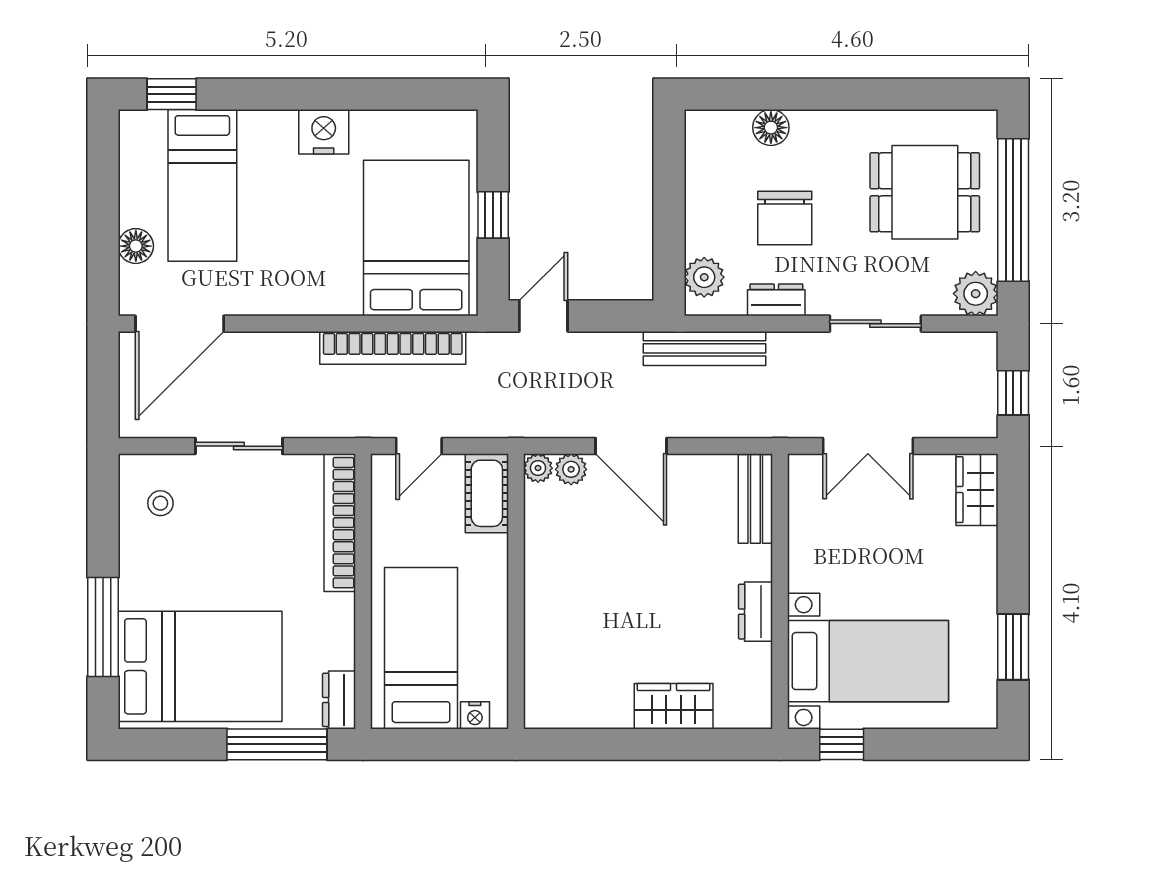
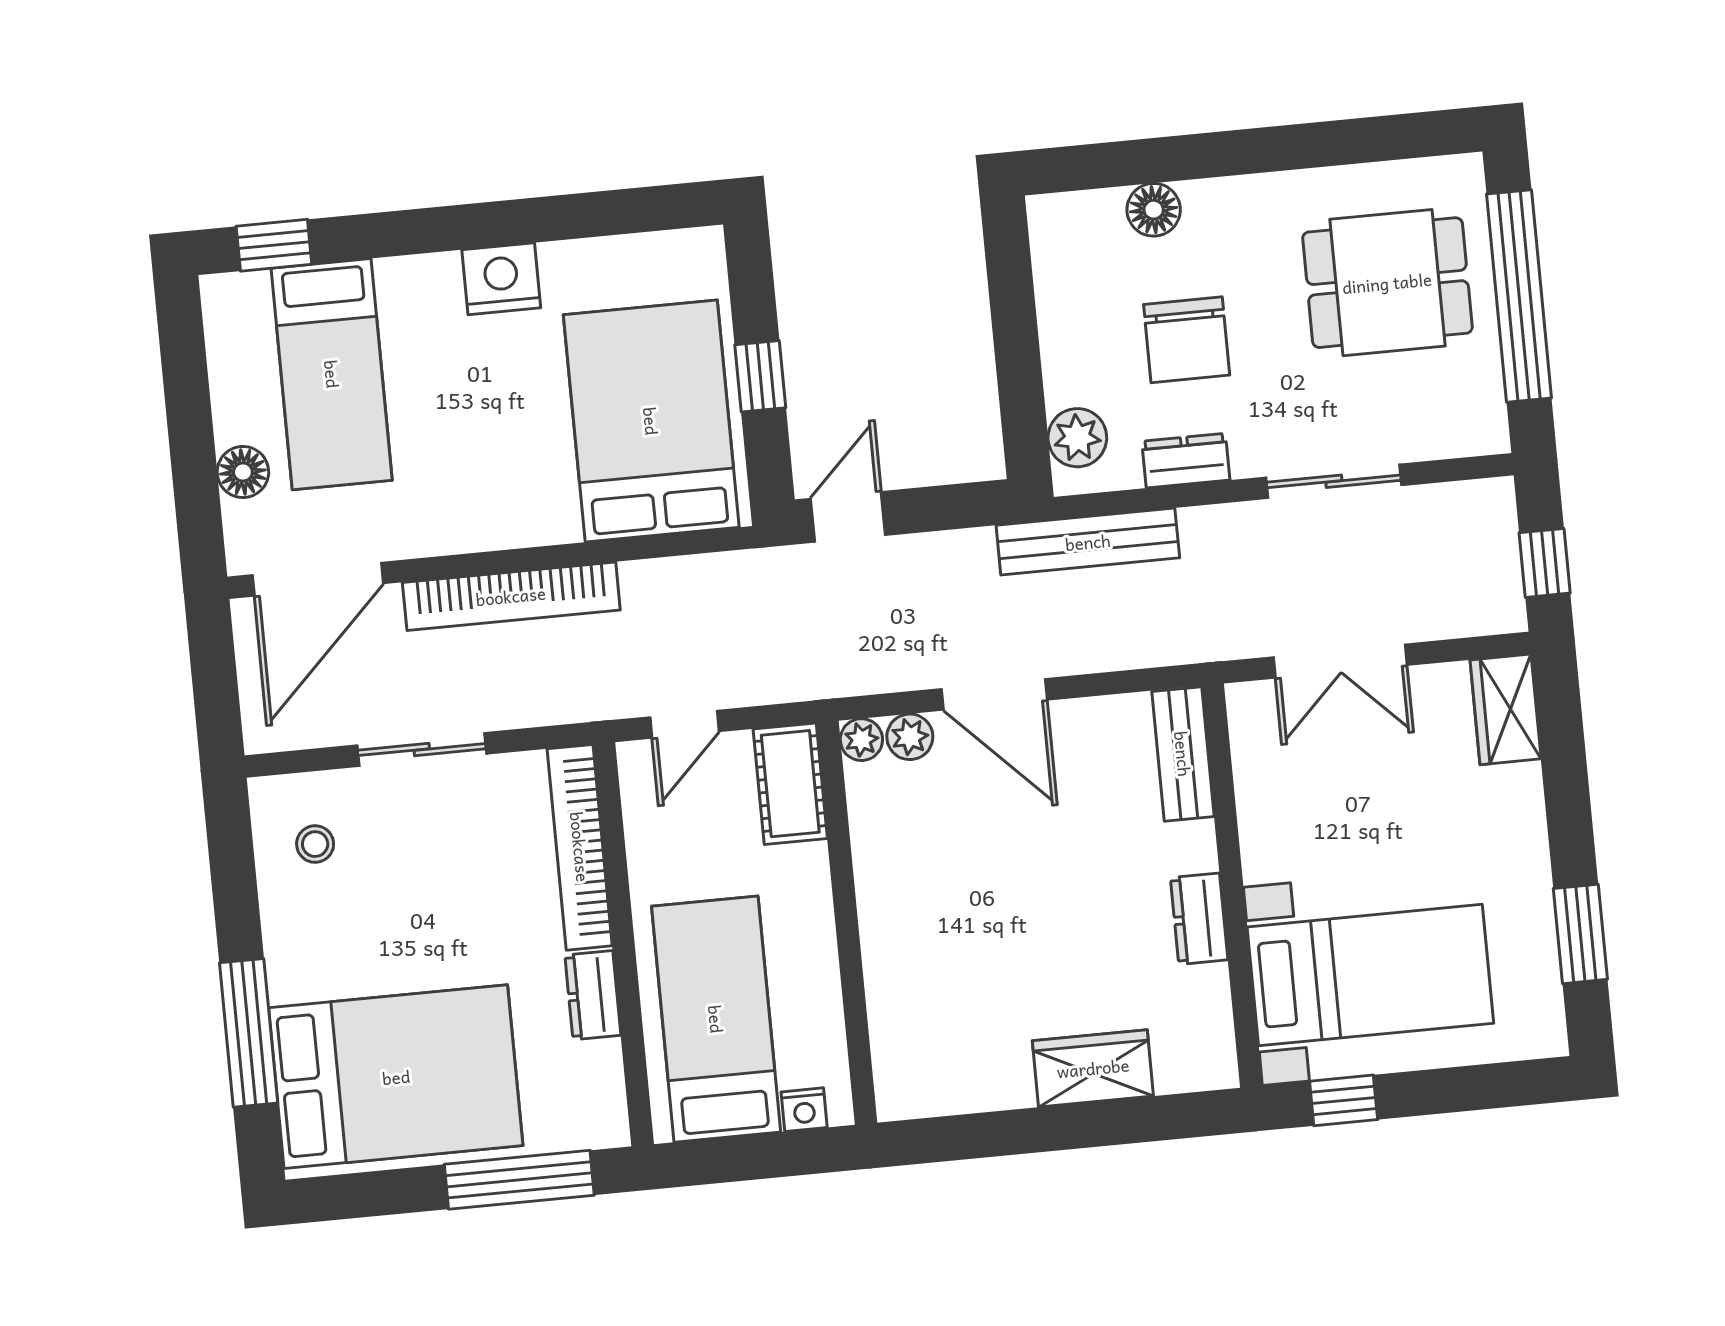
plant: (976, 294) -> (1476, 424), removed
bookcase: (393, 348) -> (511, 596), moved
dresser: (339, 700) -> (593, 995), moved

